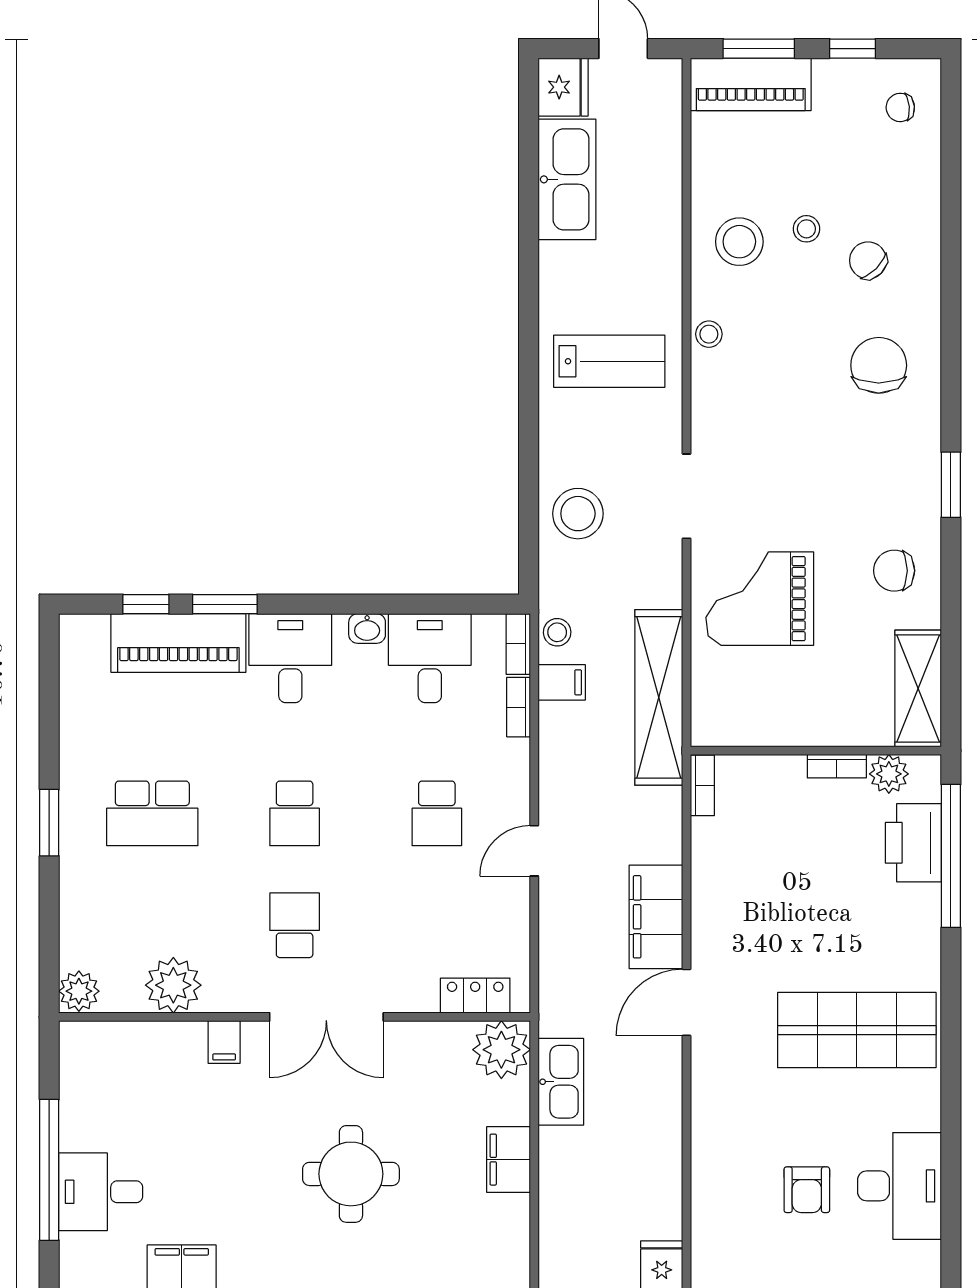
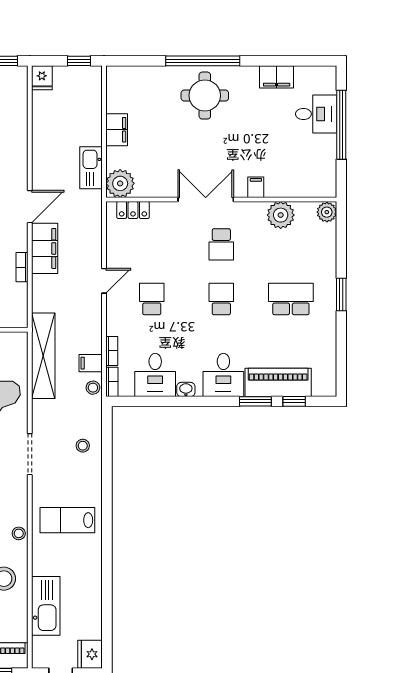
kitchen sink: (567, 179) -> (46, 606), moved, turned 180
stool: (578, 514) -> (83, 446), width x0.53, depth x0.53
bookcase: (702, 785) -> (22, 267), moved
round table: (351, 1174) -> (205, 96), moved

